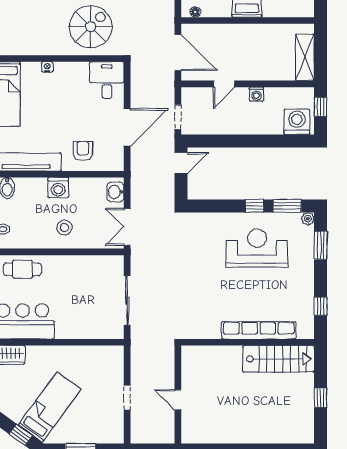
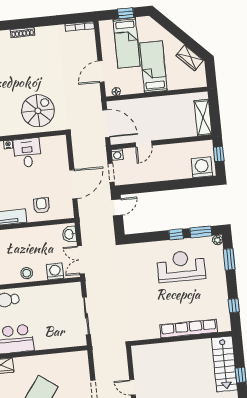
desk: (107, 80) -> (27, 153), moved
washing machine: (256, 94) -> (117, 155), moved
washing machine: (58, 188) -> (55, 271), moved, turned 180
stool: (64, 227) -> (27, 273), moved
stairs: (279, 359) -> (224, 364), moved, turned 90

